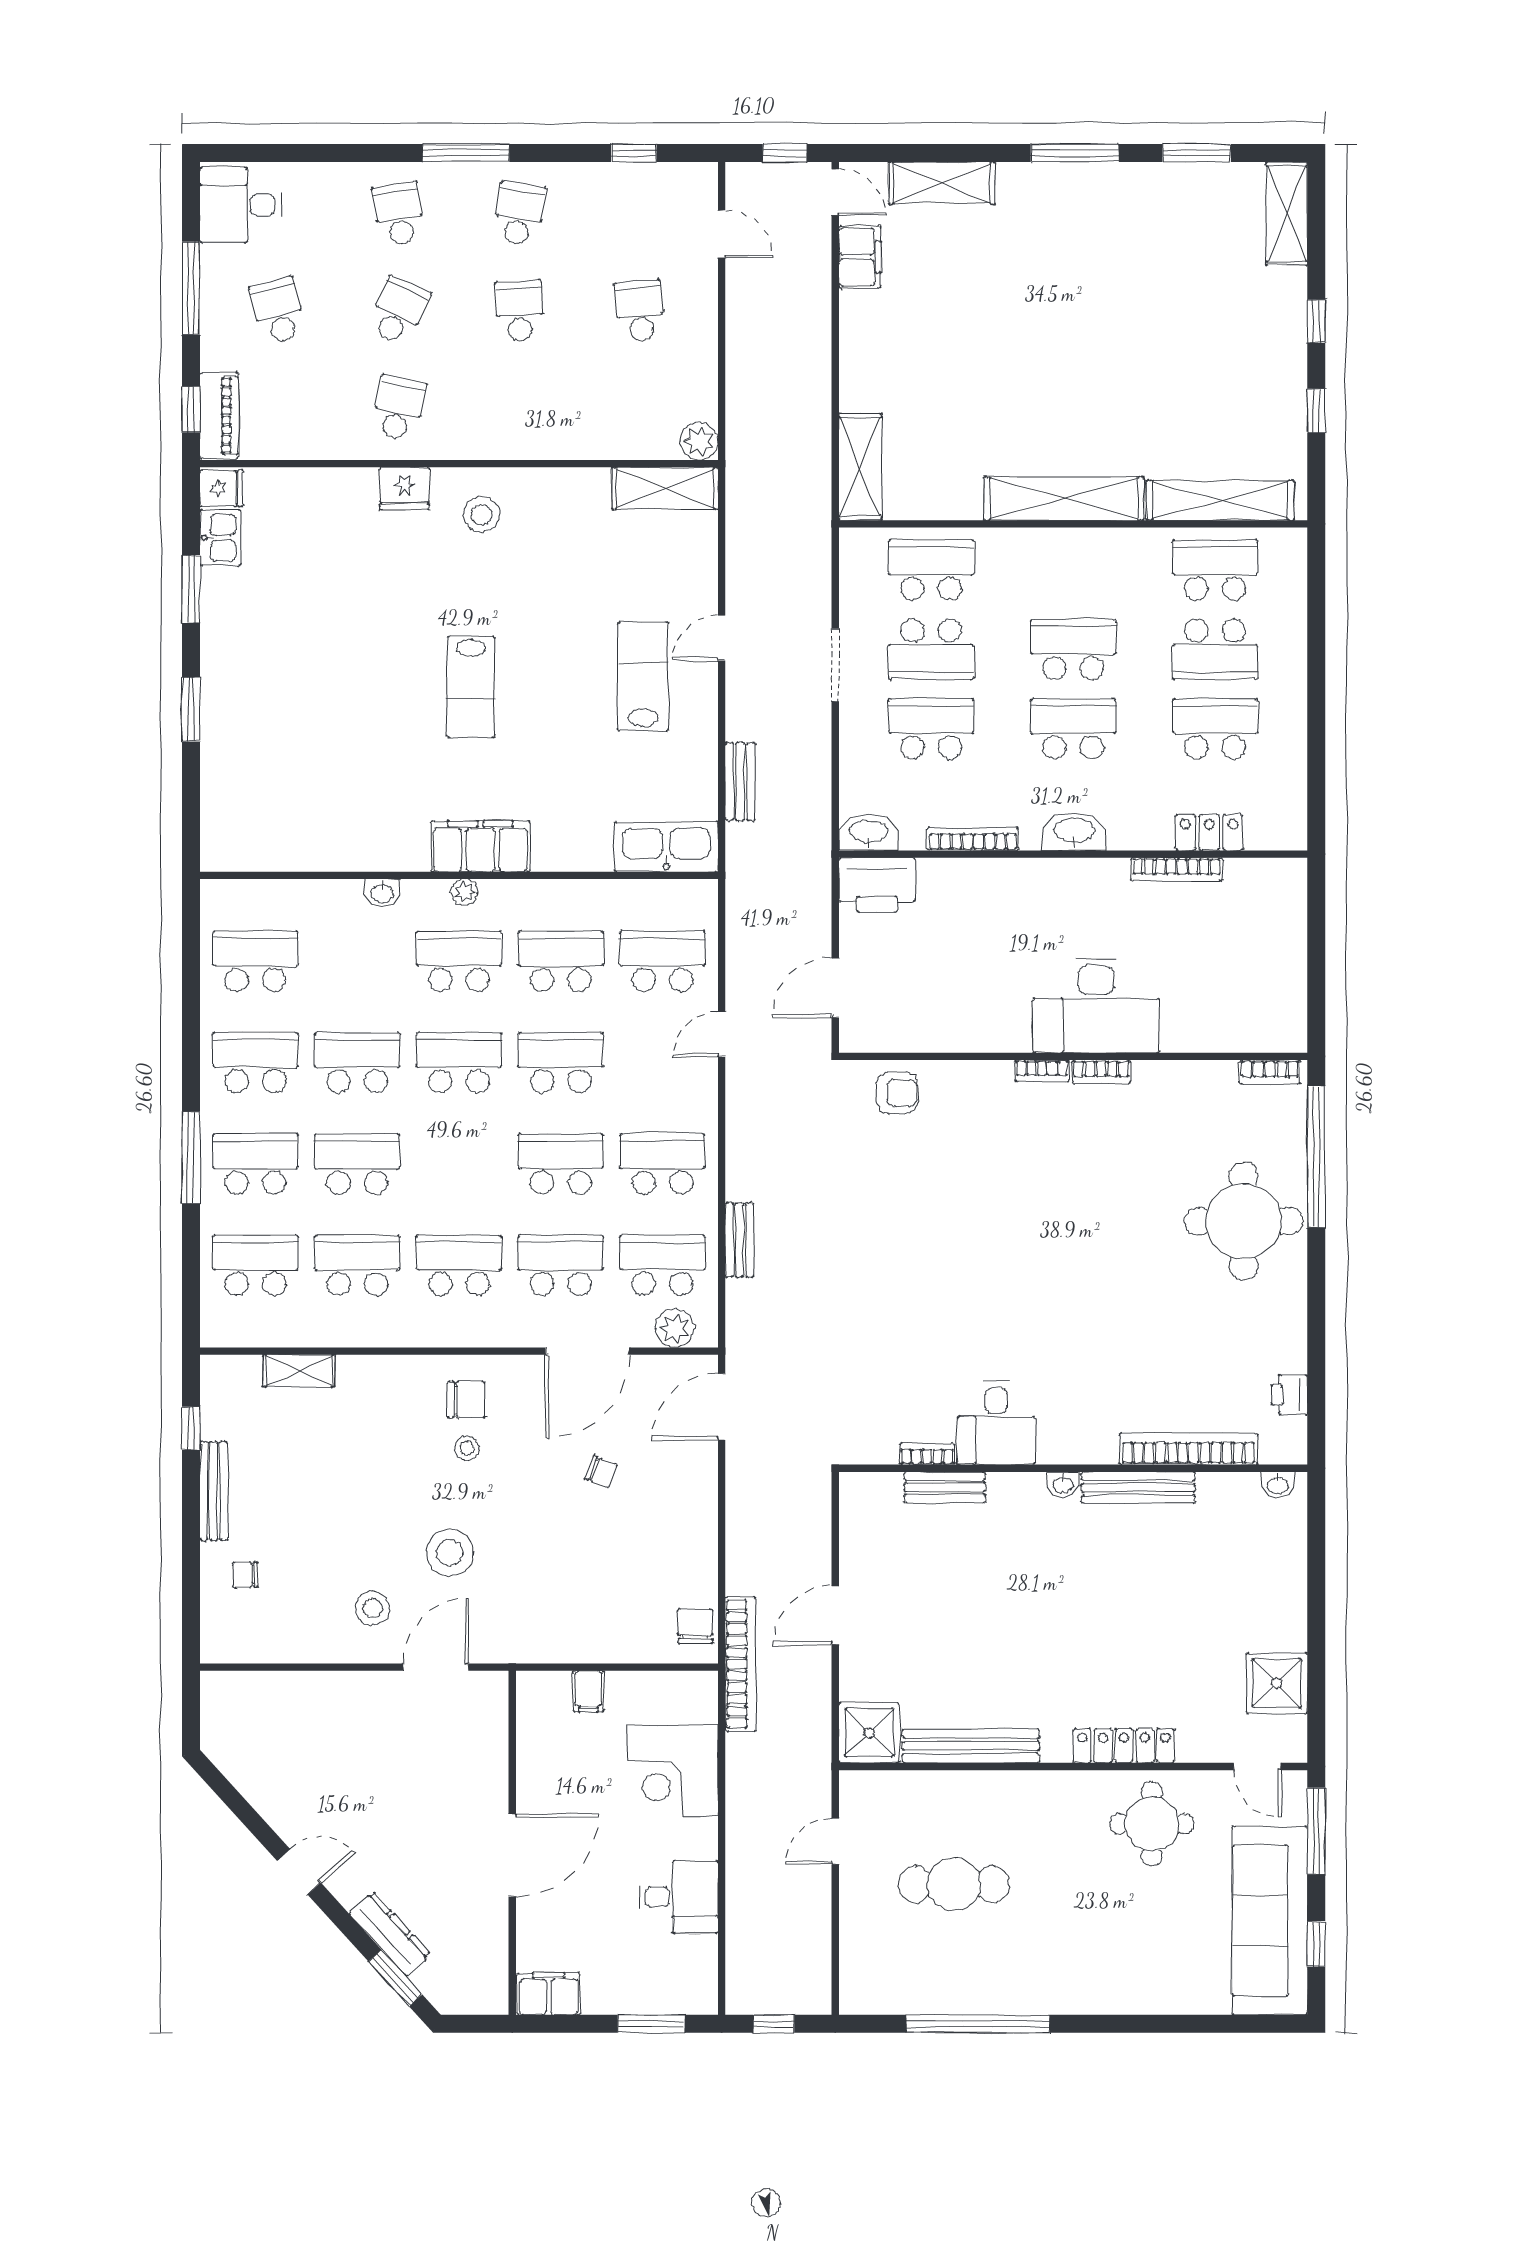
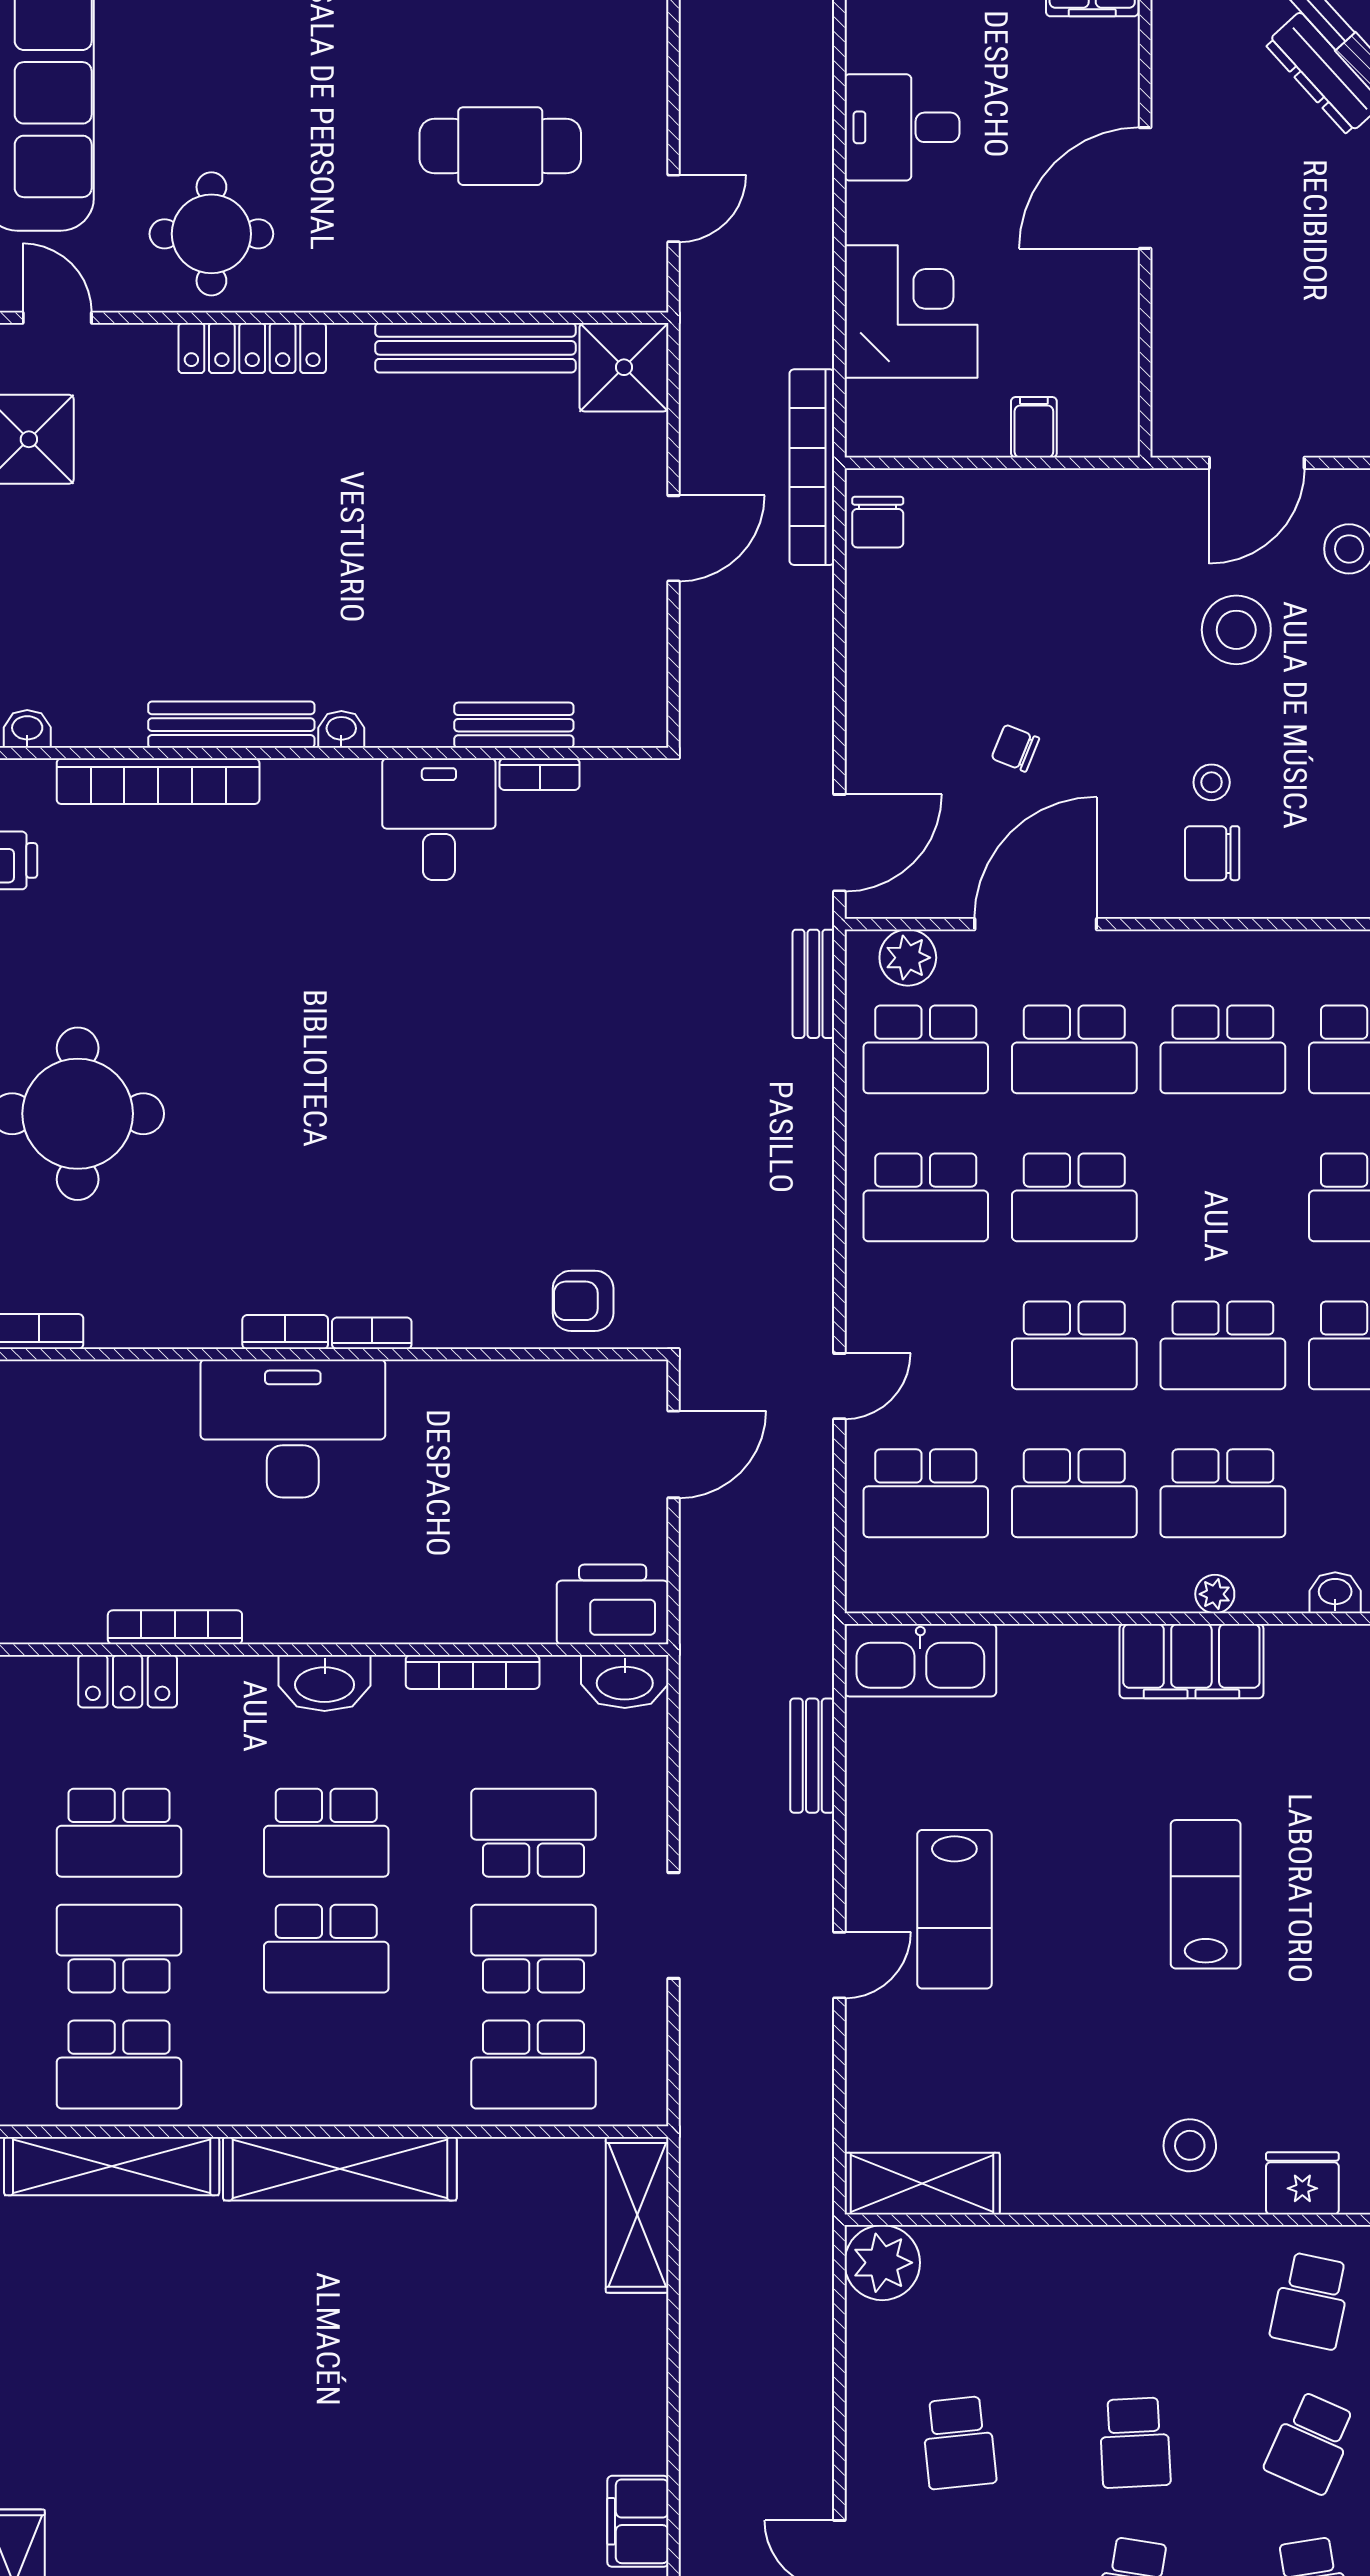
plant: (699, 441) -> (882, 2263), width x1.36, depth x1.36
school desk: (931, 729) -> (534, 1833), turned 180
bench: (739, 1240) -> (813, 984), moved

